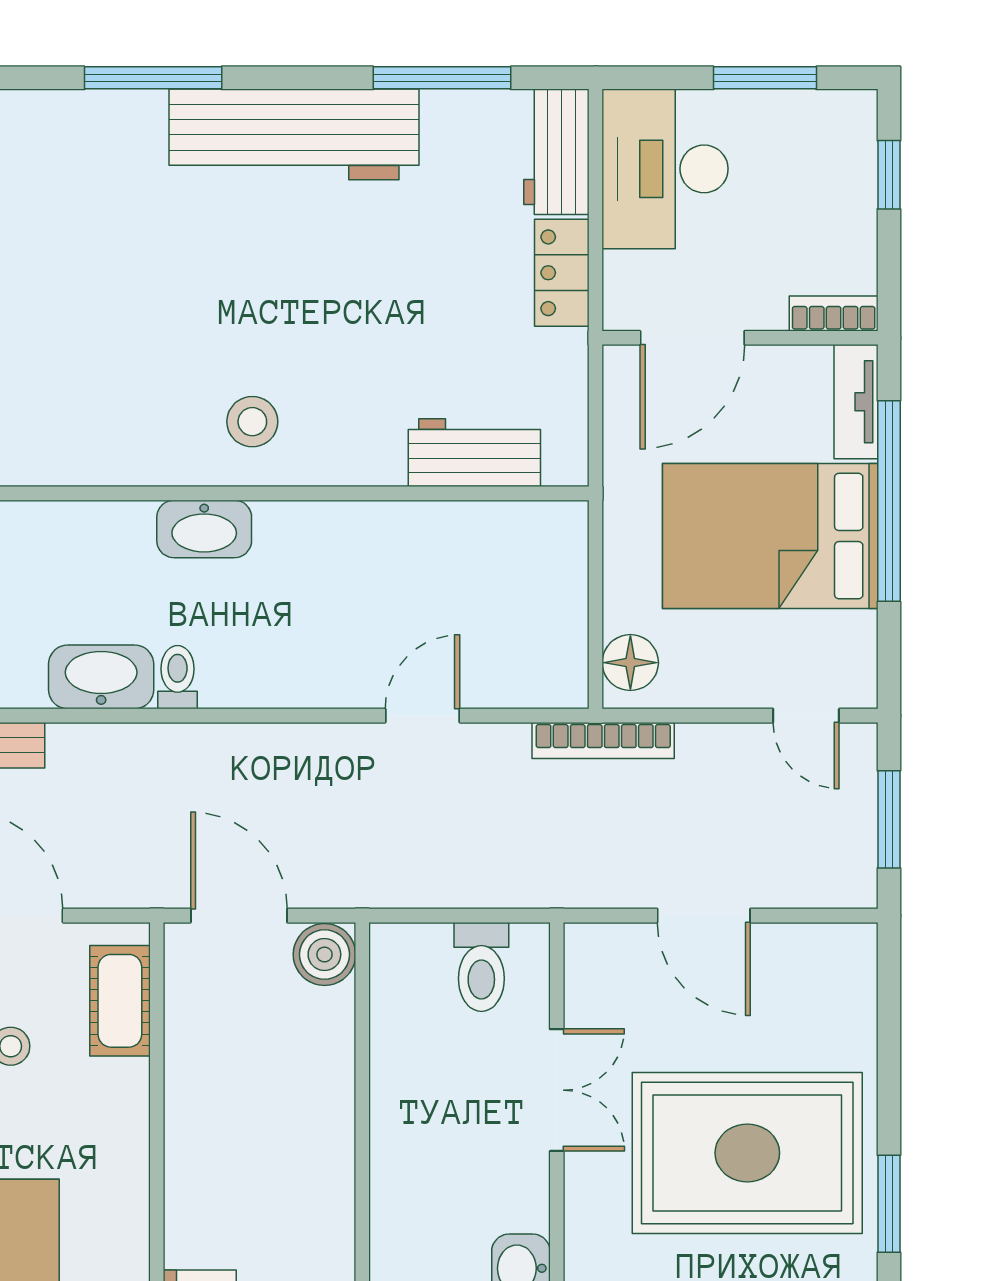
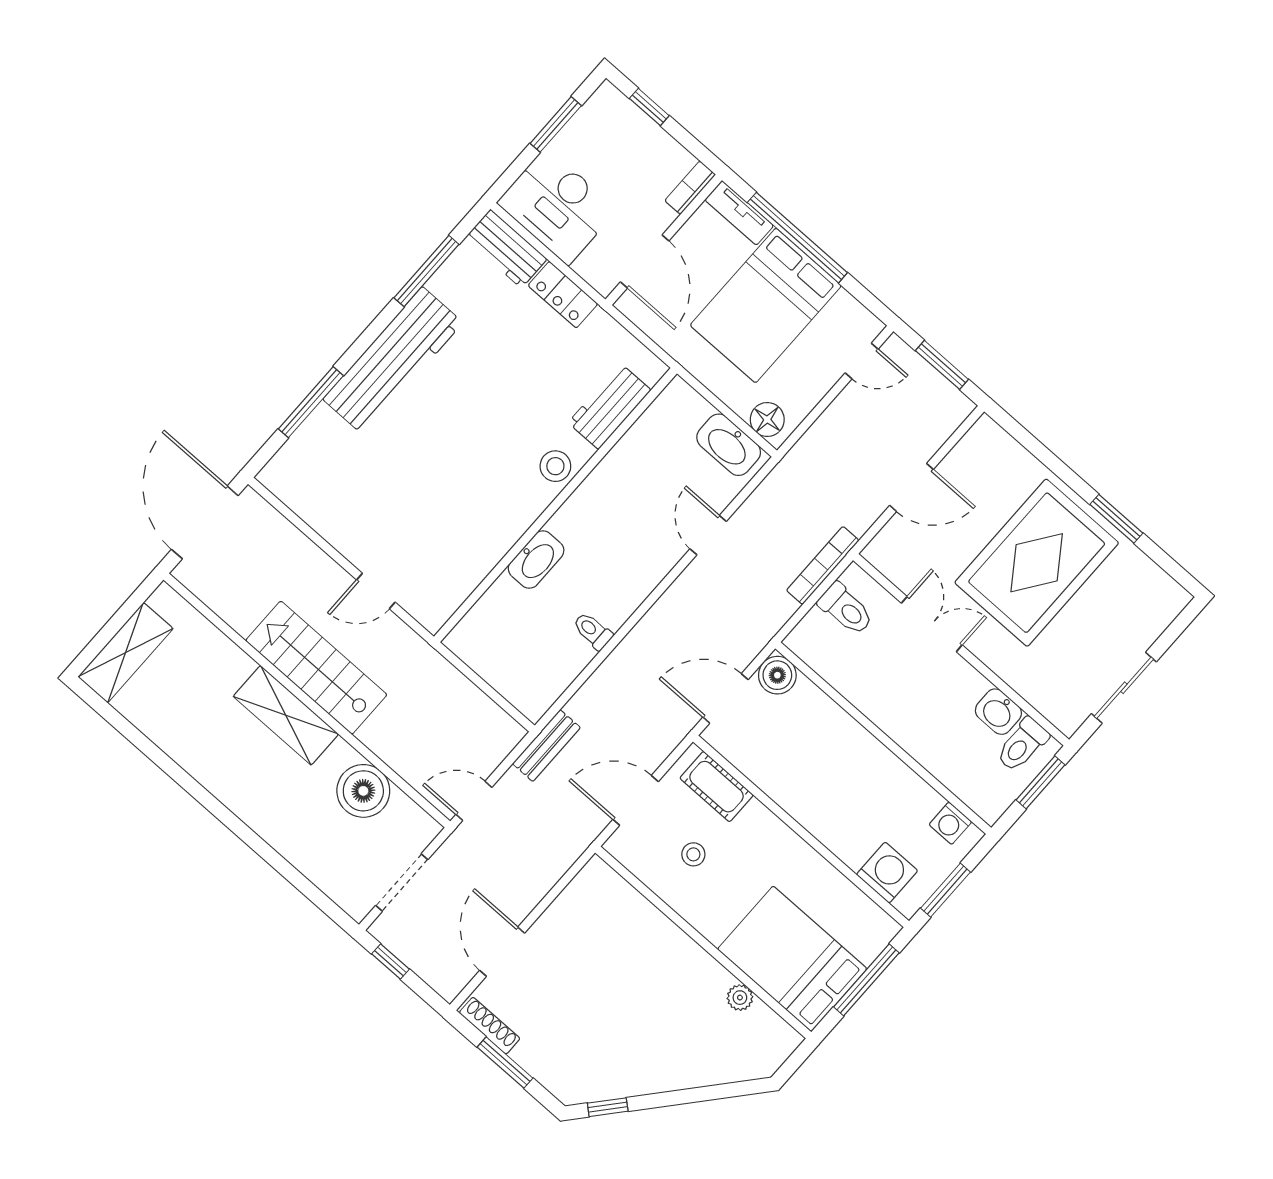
stool: (252, 422) -> (555, 466), moved
washbasin: (101, 677) -> (729, 445), moved, turned -90
bookcase: (603, 740) -> (823, 565), moved, turned 180

